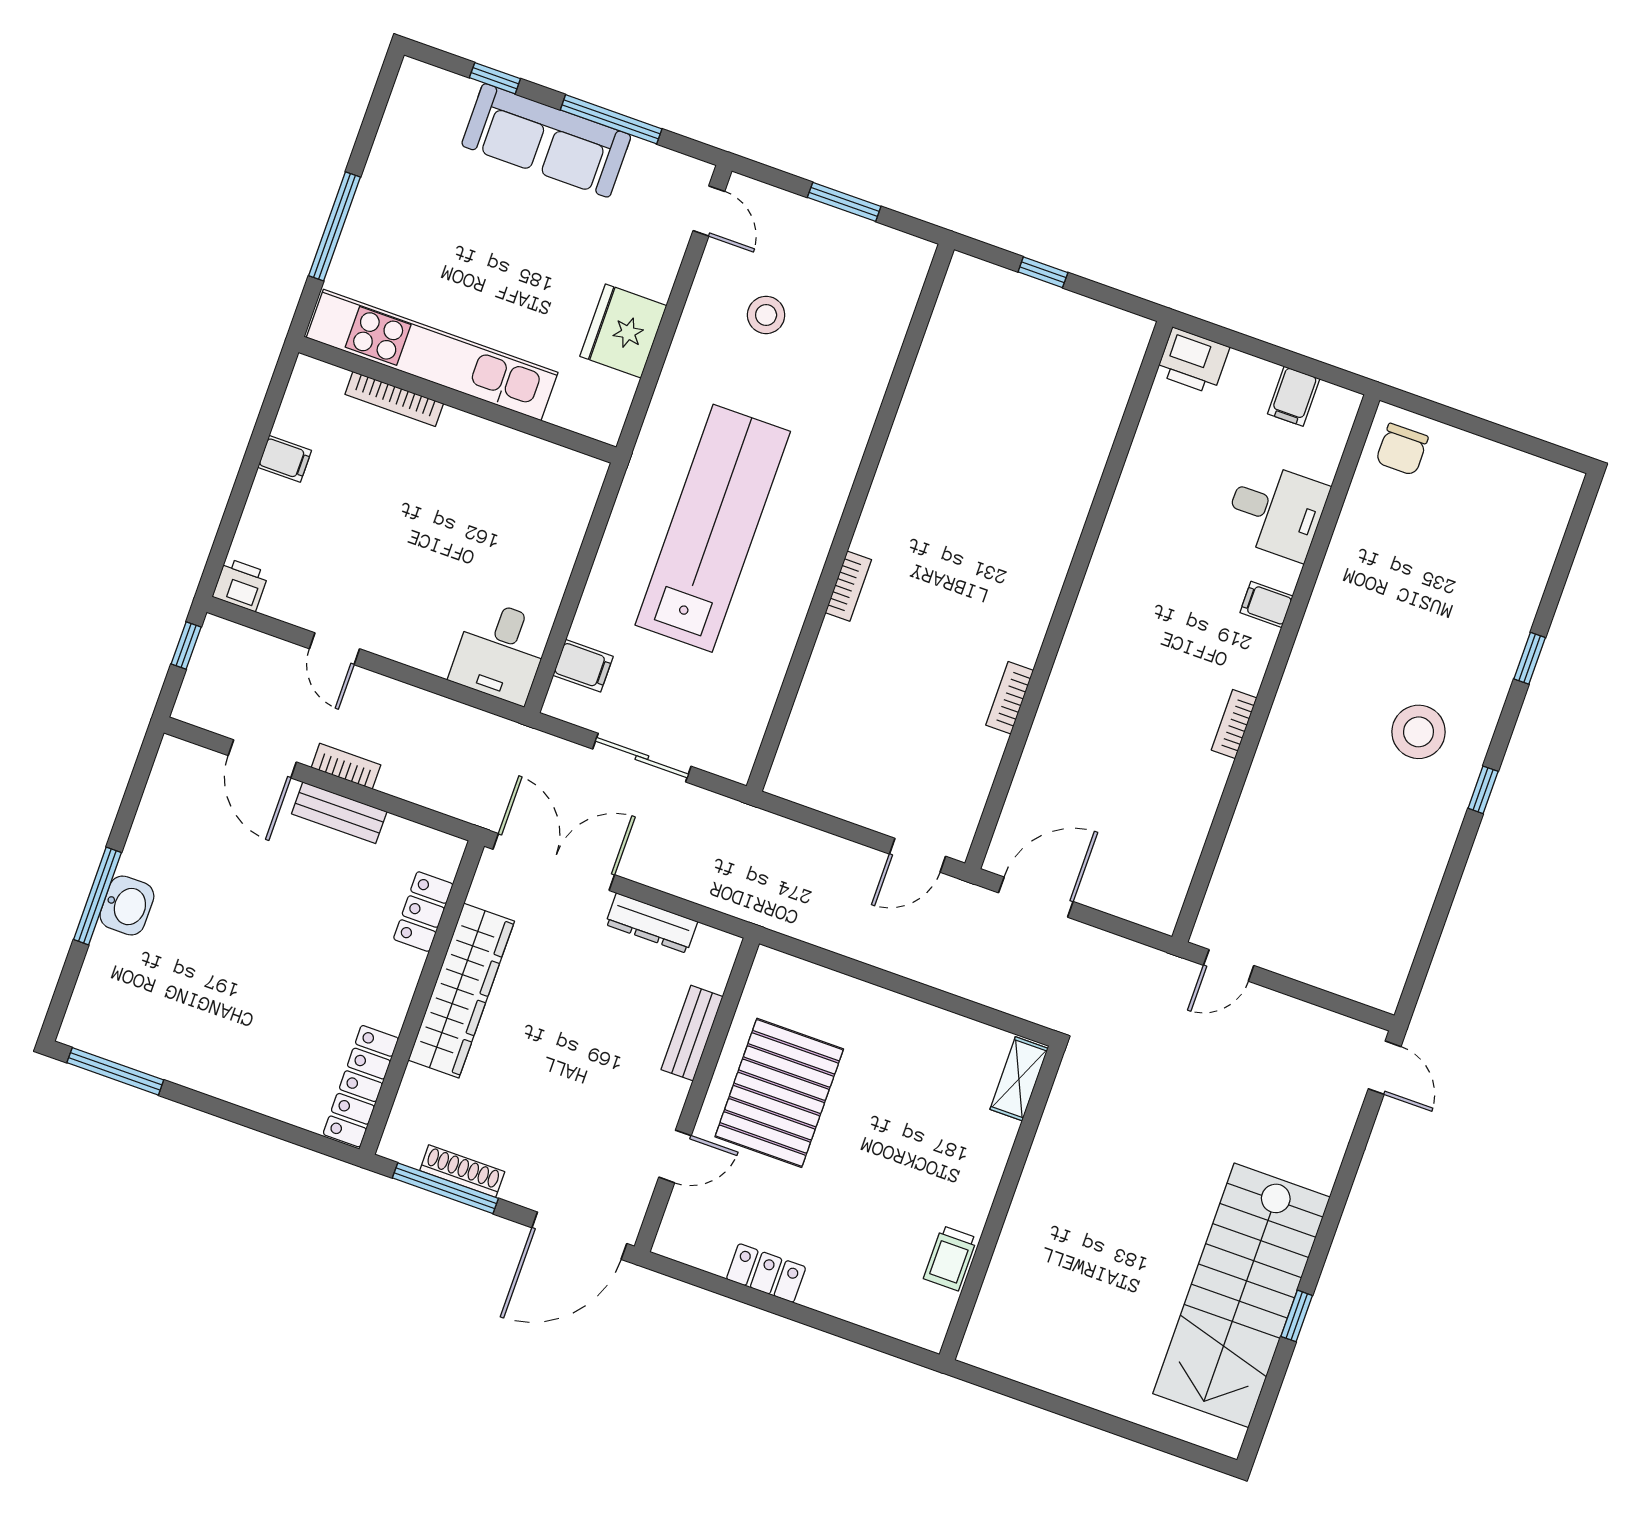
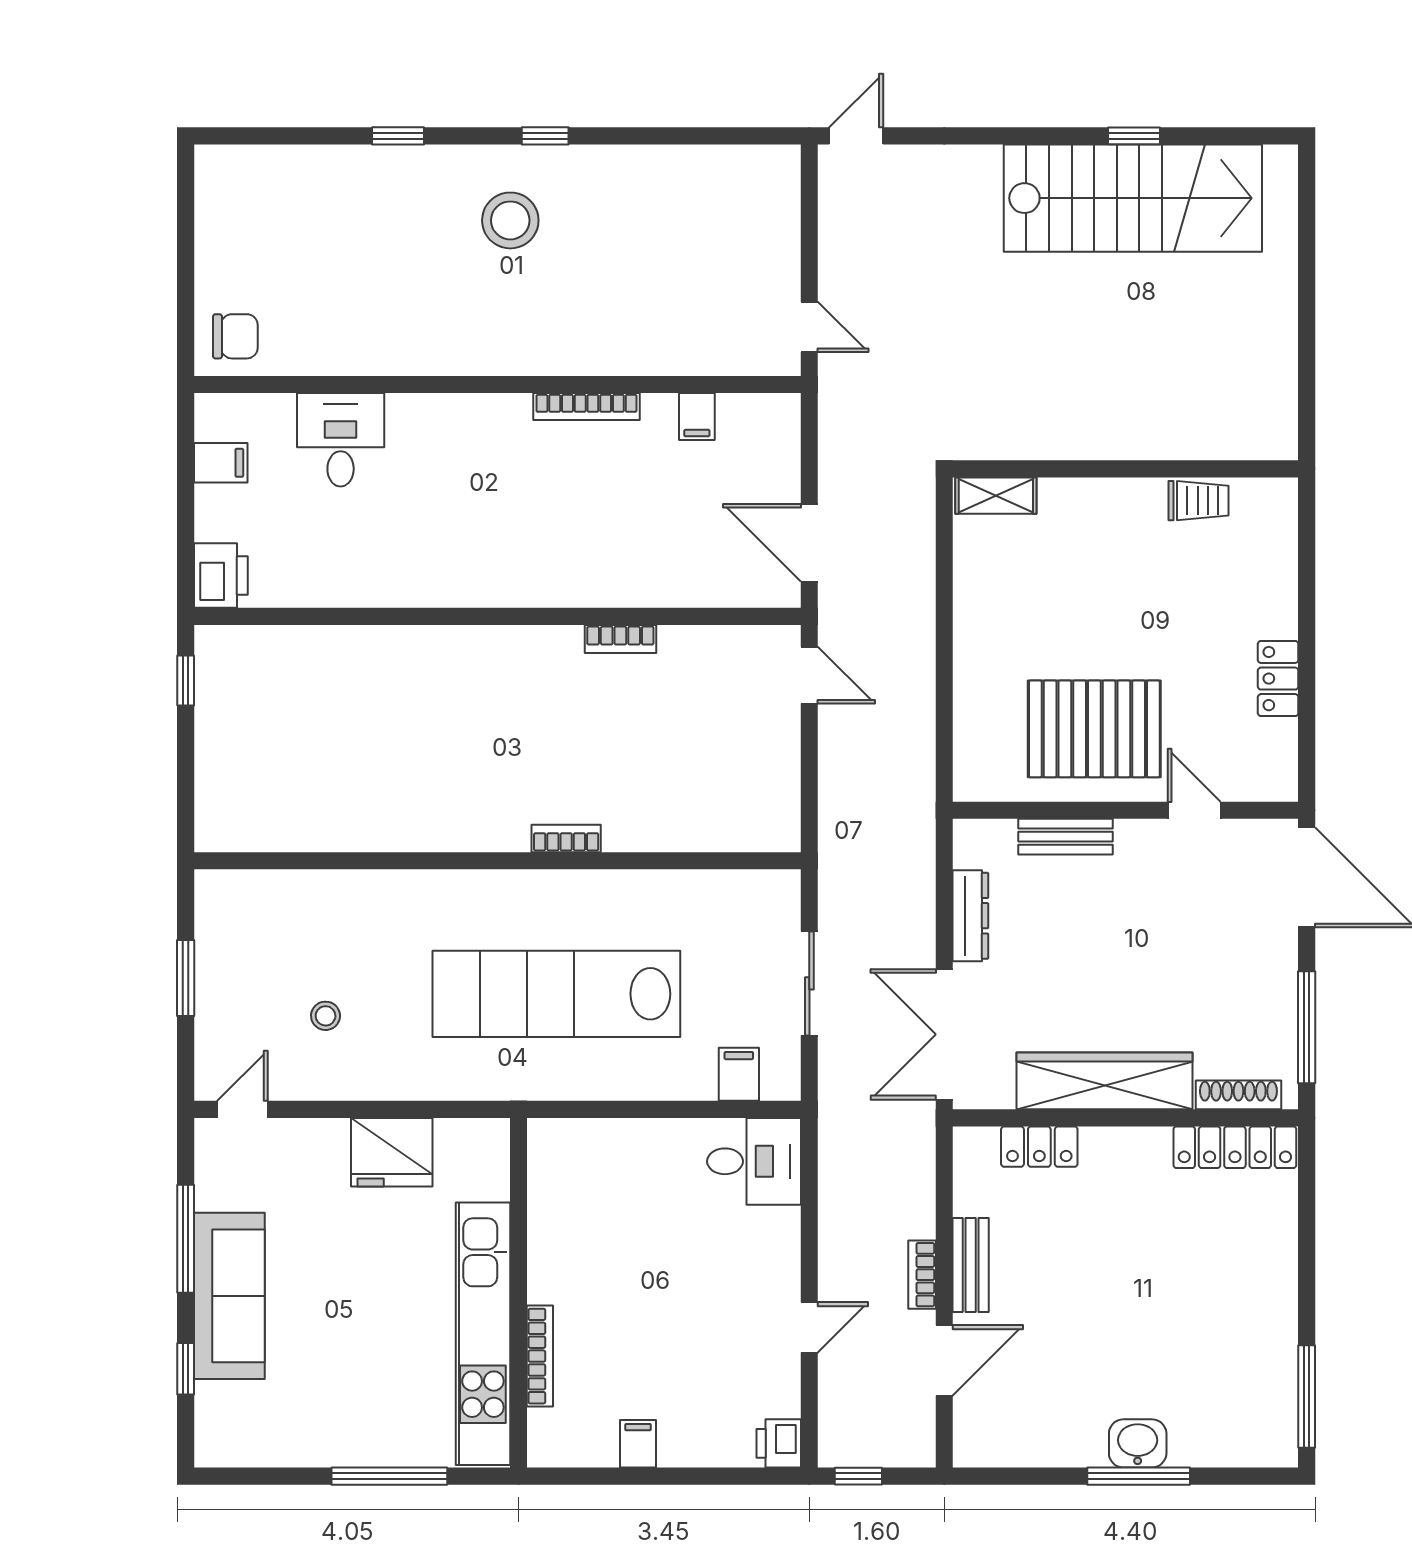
window: (1043, 272) -> (186, 681), moved
stool: (766, 315) -> (326, 1016), width x0.73, depth x0.73
filing cabinet: (1266, 604) -> (697, 417), moved
bookcase: (1234, 724) -> (587, 407), width x1.56
shoe rack: (462, 1171) -> (1238, 1095), moved, turned 90

